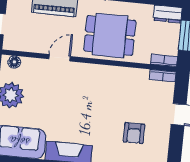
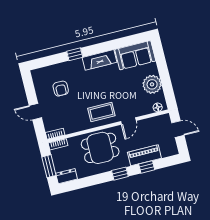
coffee table: (91, 83) -> (101, 112), added
armchair: (134, 133) -> (61, 89), turned 180

